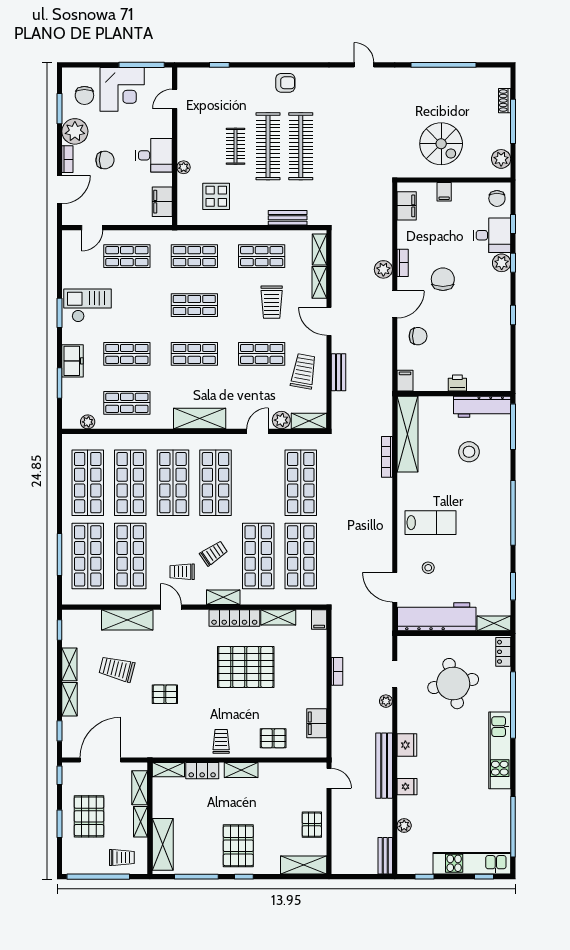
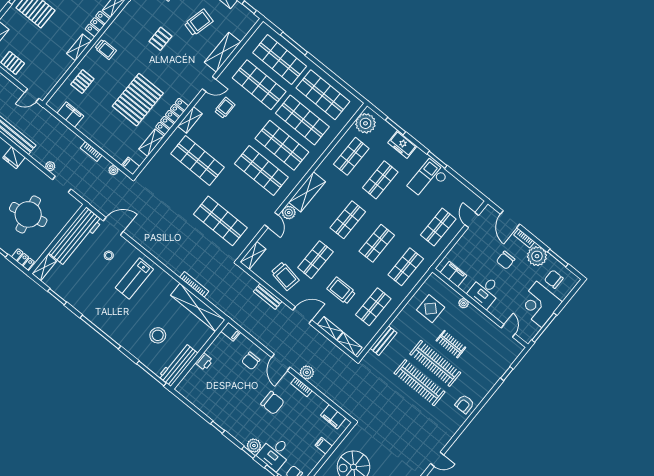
checkout: (88, 305) -> (428, 180), turned 180
plant: (281, 420) -> (289, 213), moved
plant: (88, 422) -> (365, 123), width x1.88, depth x1.88
trolley: (214, 553) -> (220, 135), removed
shop shelf: (301, 556) -> (177, 186), removed
plant: (338, 634) -> (113, 170), added

